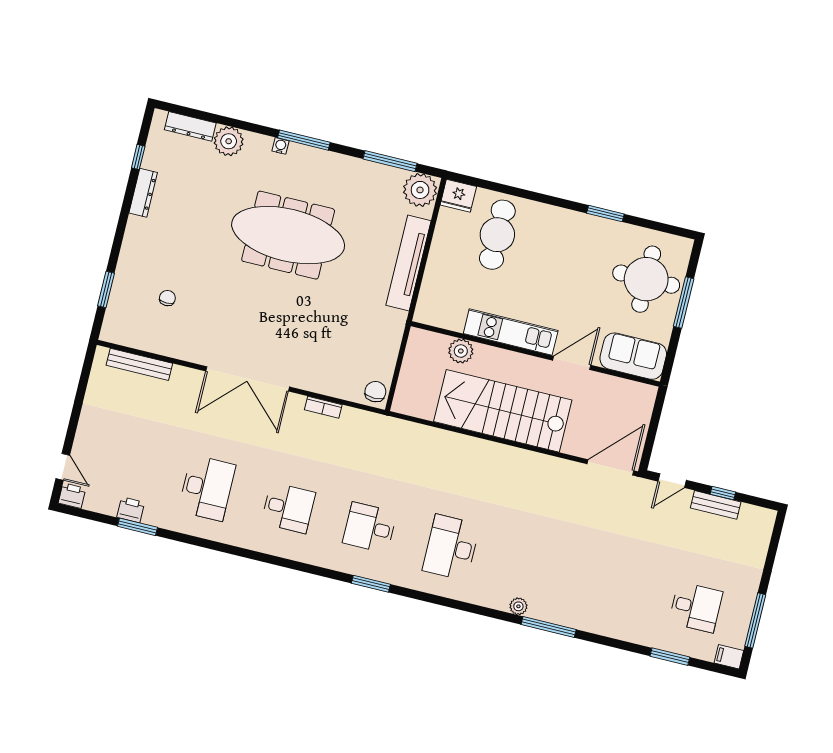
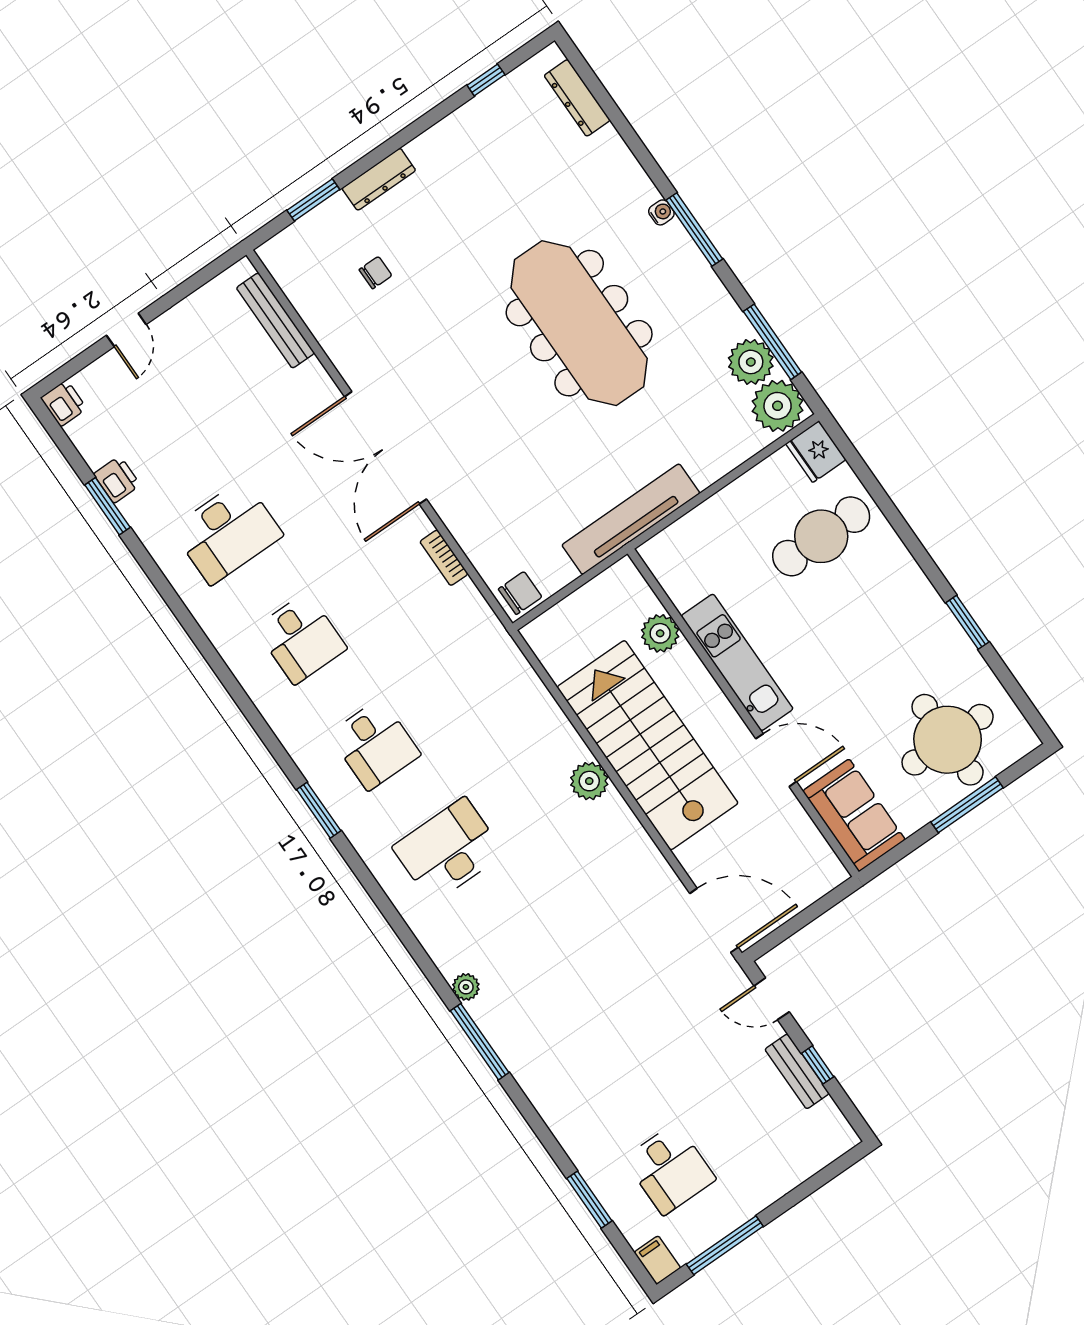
plant: (229, 141) -> (751, 362), moved
dresser: (143, 193) -> (379, 179), moved
tv unit: (408, 263) -> (631, 519), moved
plant: (490, 453) -> (589, 781), added
door: (63, 467) -> (126, 330), moved
desk: (370, 528) -> (375, 744), turned 180

